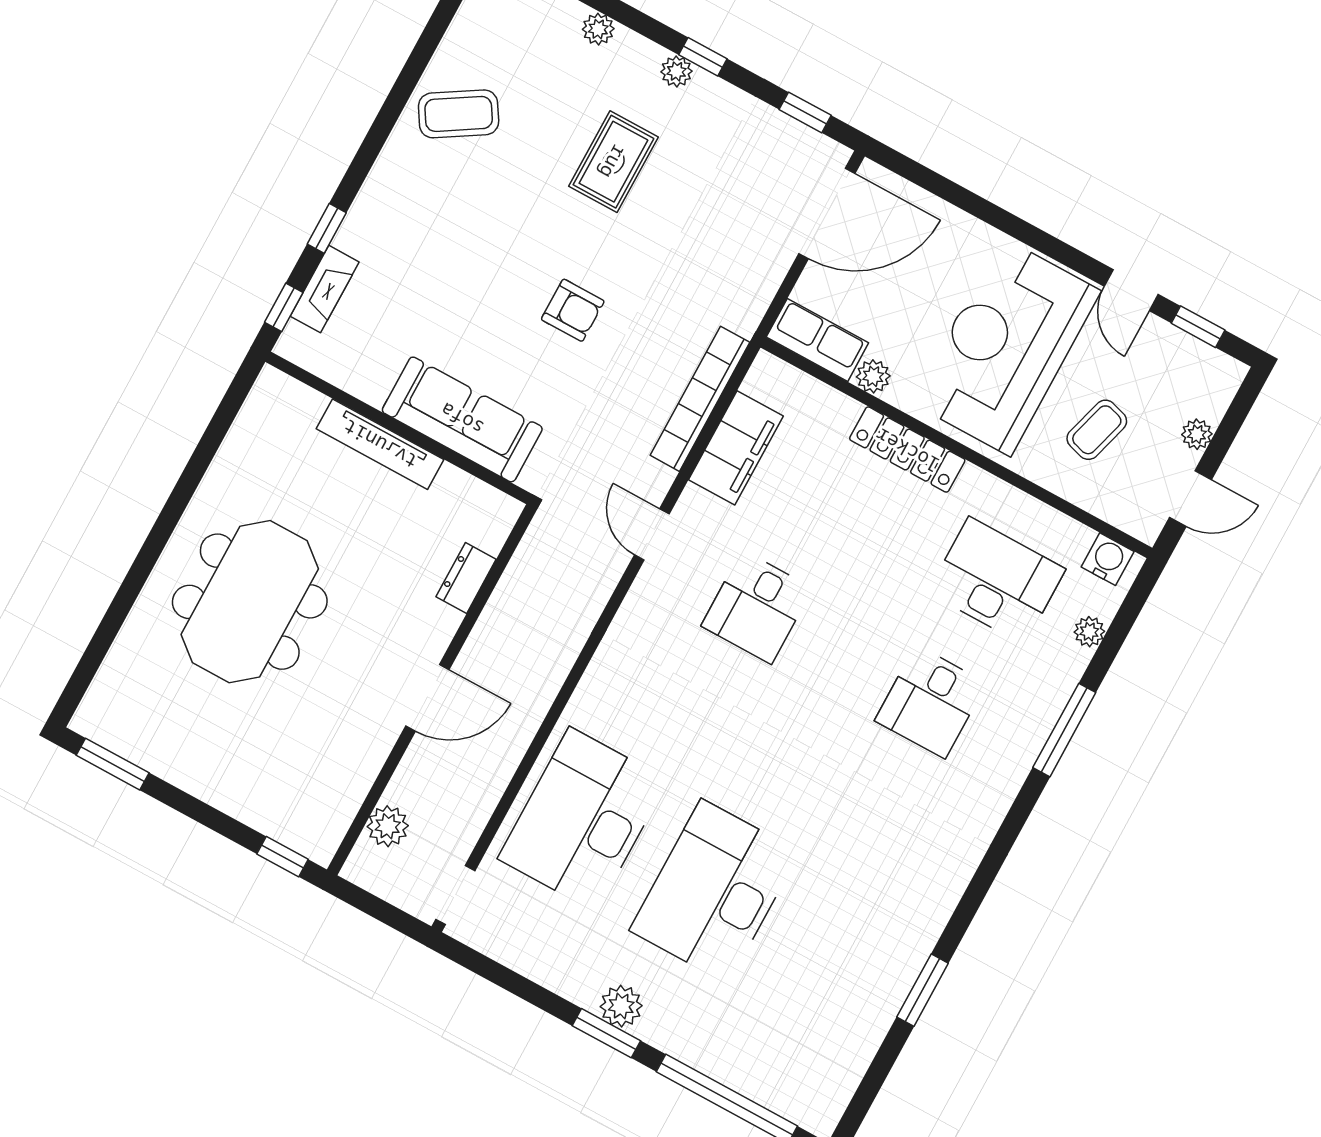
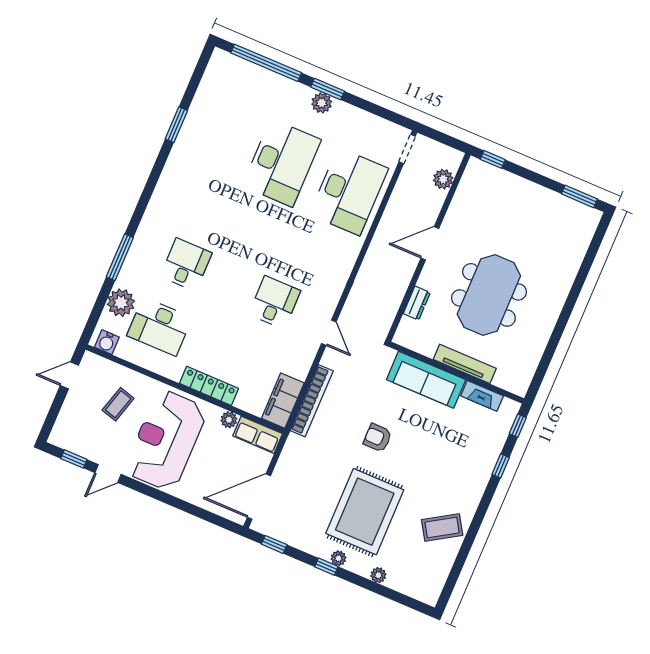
rug: (613, 162) -> (365, 512), width x1.86, depth x2.06
fireplace: (325, 289) -> (482, 396), moved, turned -90
door: (1131, 290) -> (108, 474), swing flipped
reception desk: (1006, 347) -> (166, 440), turned 180
plant: (1197, 434) -> (69, 407), removed
filing cabinet: (736, 448) -> (283, 401), moved
meeting table: (250, 602) -> (489, 295), moved
plant: (1089, 632) -> (121, 303), width x1.88, depth x1.88

